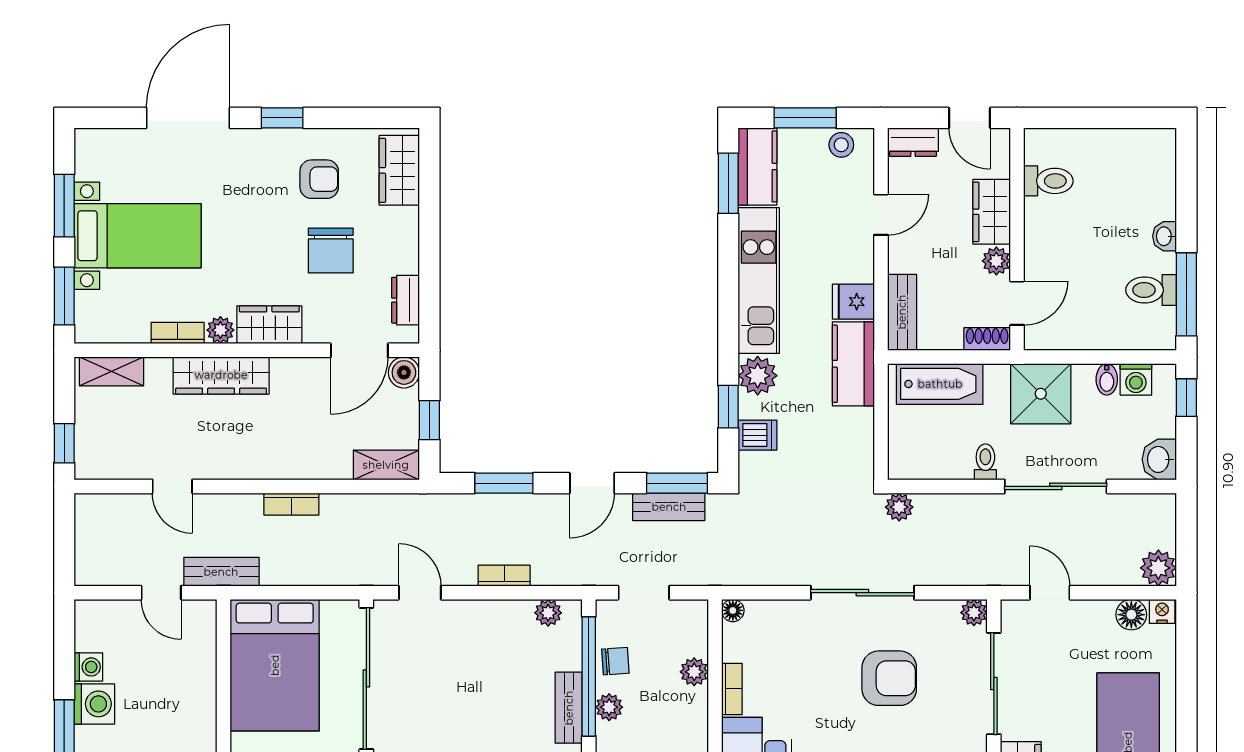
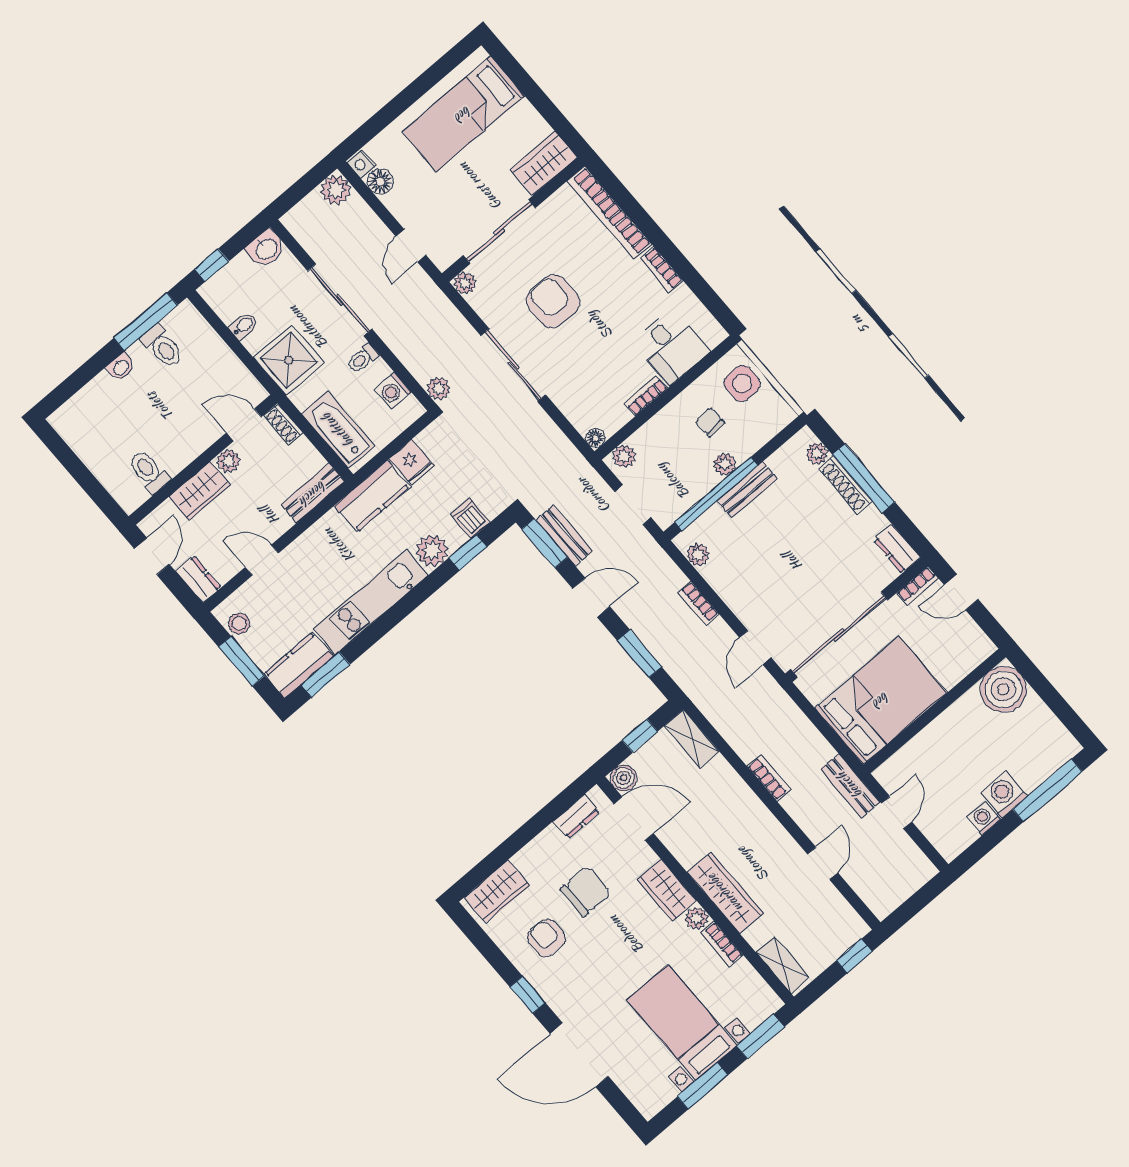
fridge: (853, 302) -> (412, 462), moved
washing machine: (1136, 379) -> (393, 391), moved, turned 180
chair: (615, 661) -> (710, 422), moved
plant: (694, 672) -> (624, 456), moved

